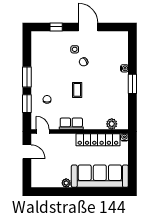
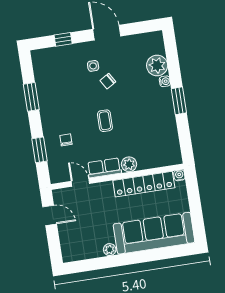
plant: (121, 56) -> (157, 65), added
window: (27, 77) -> (31, 97), moved
plant: (112, 124) -> (129, 164), moved
door: (43, 131) -> (80, 182), moved

